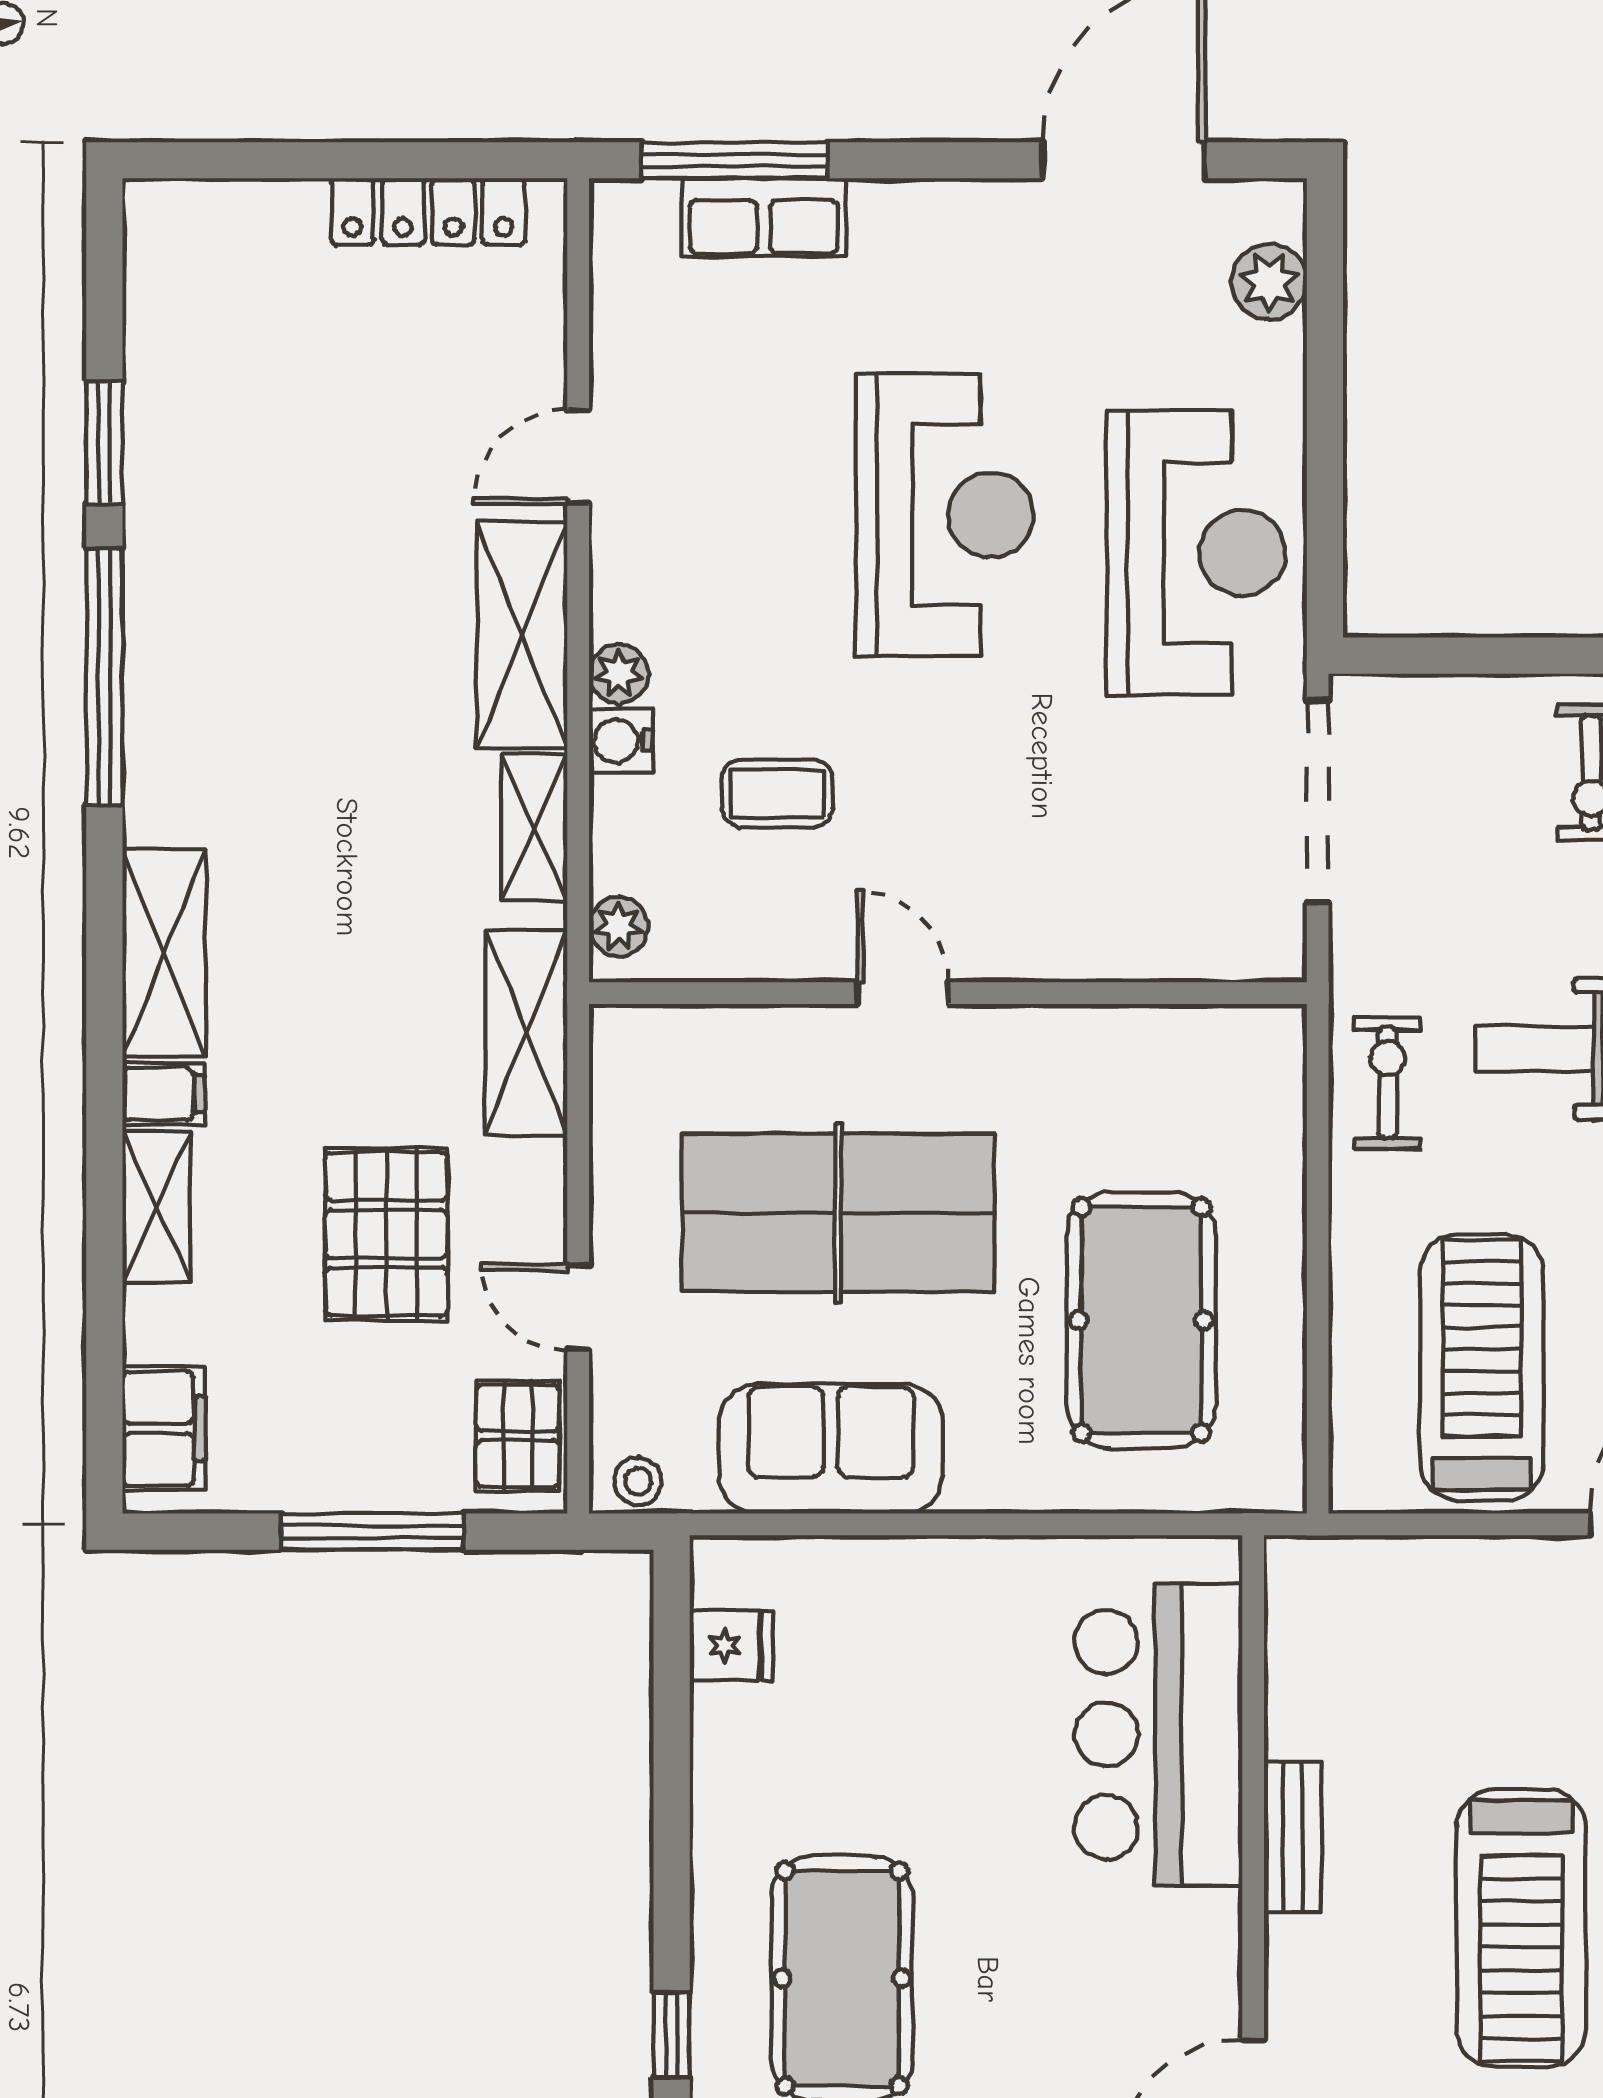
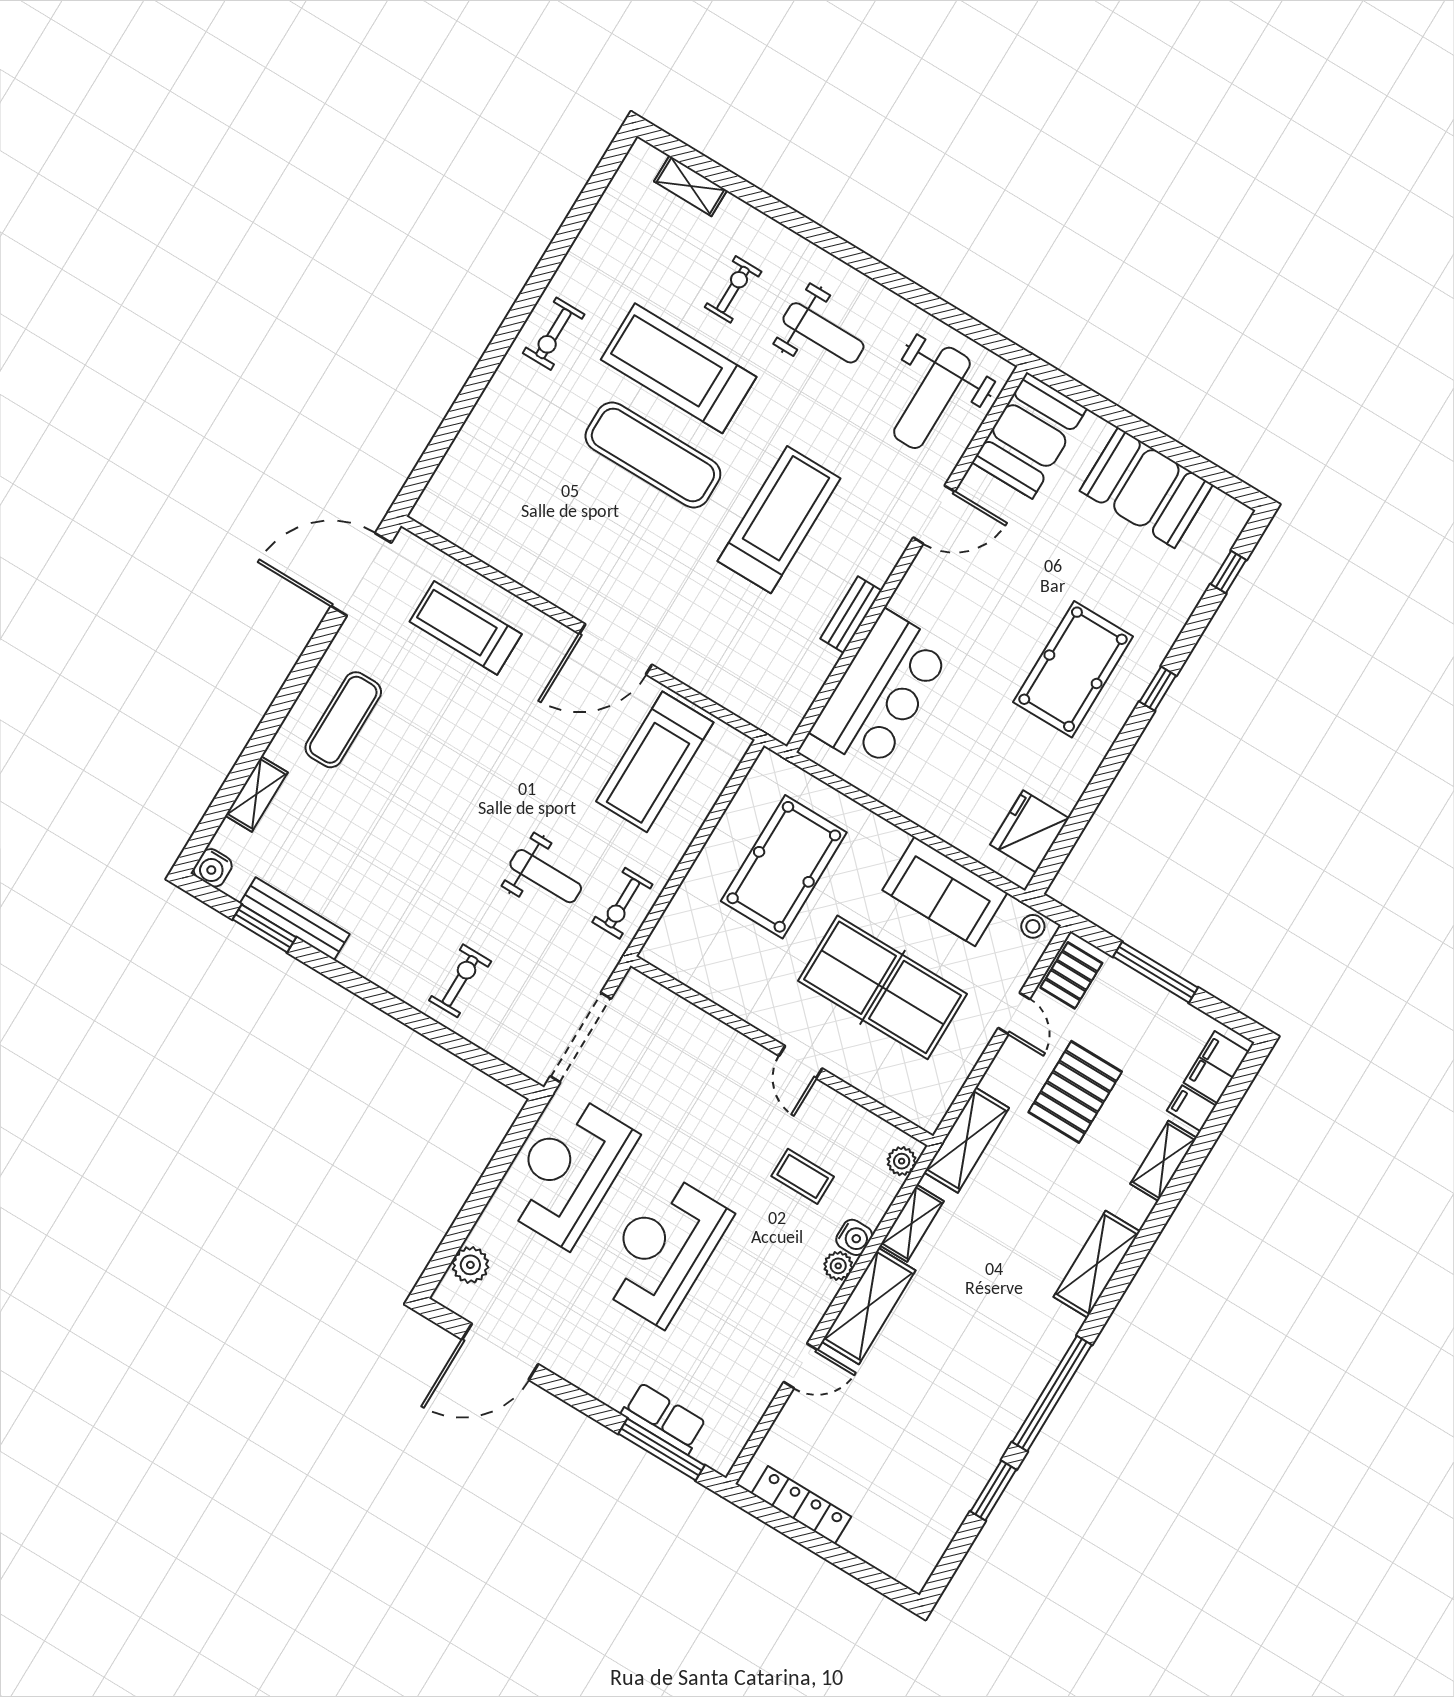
filing cabinet: (164, 1094) -> (1191, 1108), moved
fridge: (731, 1645) -> (1030, 831), width x1.88, depth x1.34

